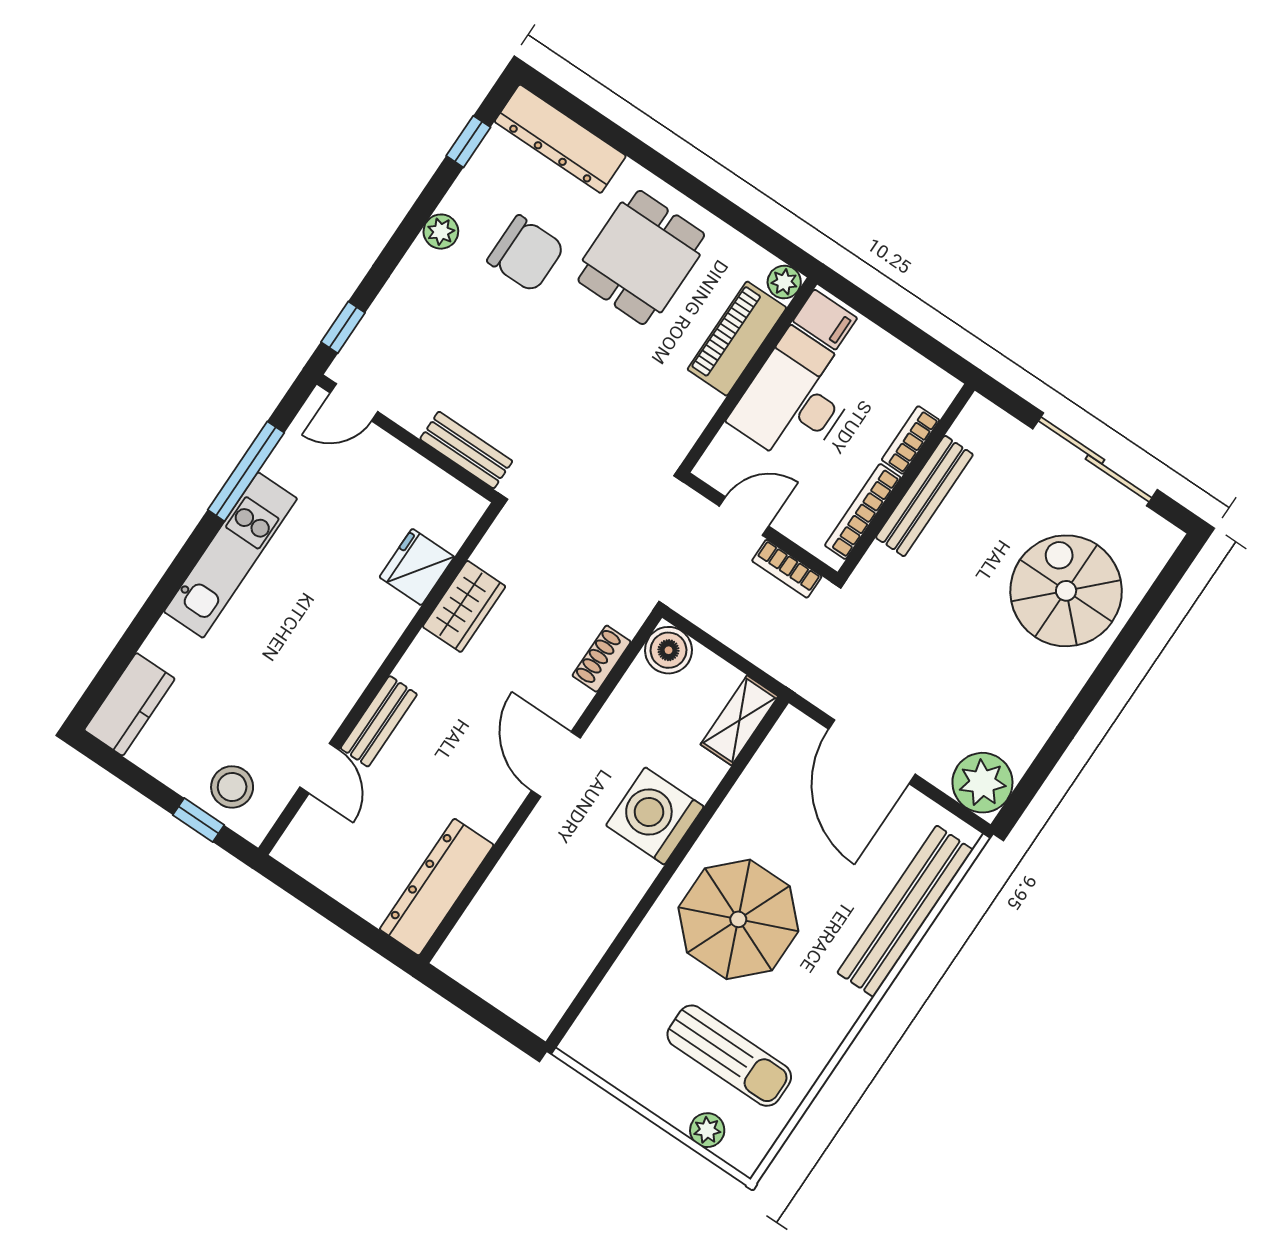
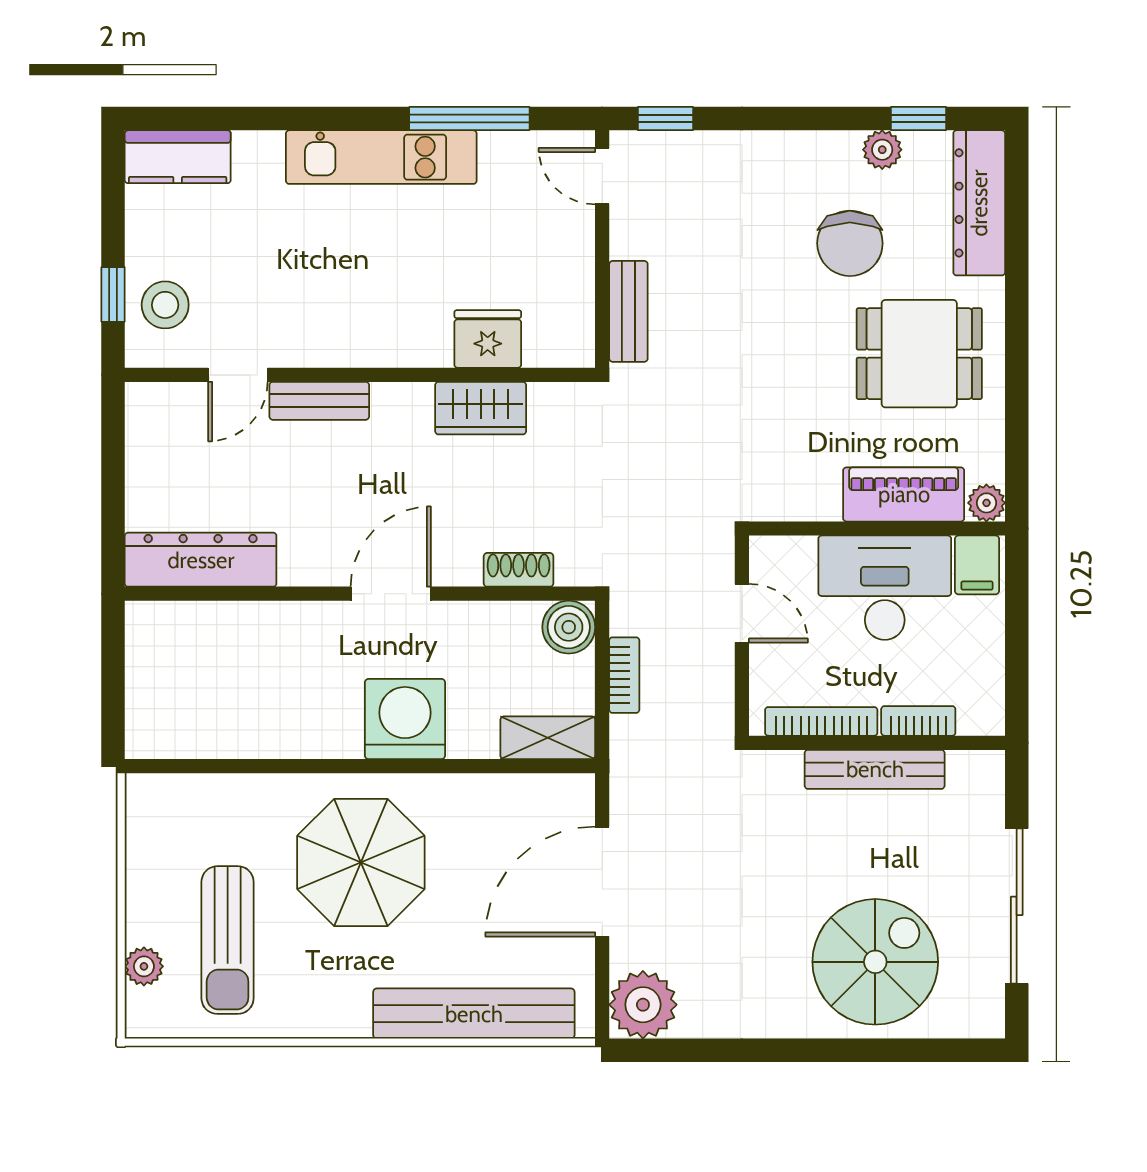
plant: (441, 232) -> (882, 150), moved
bookcase: (787, 569) -> (624, 675), moved, turned 180

